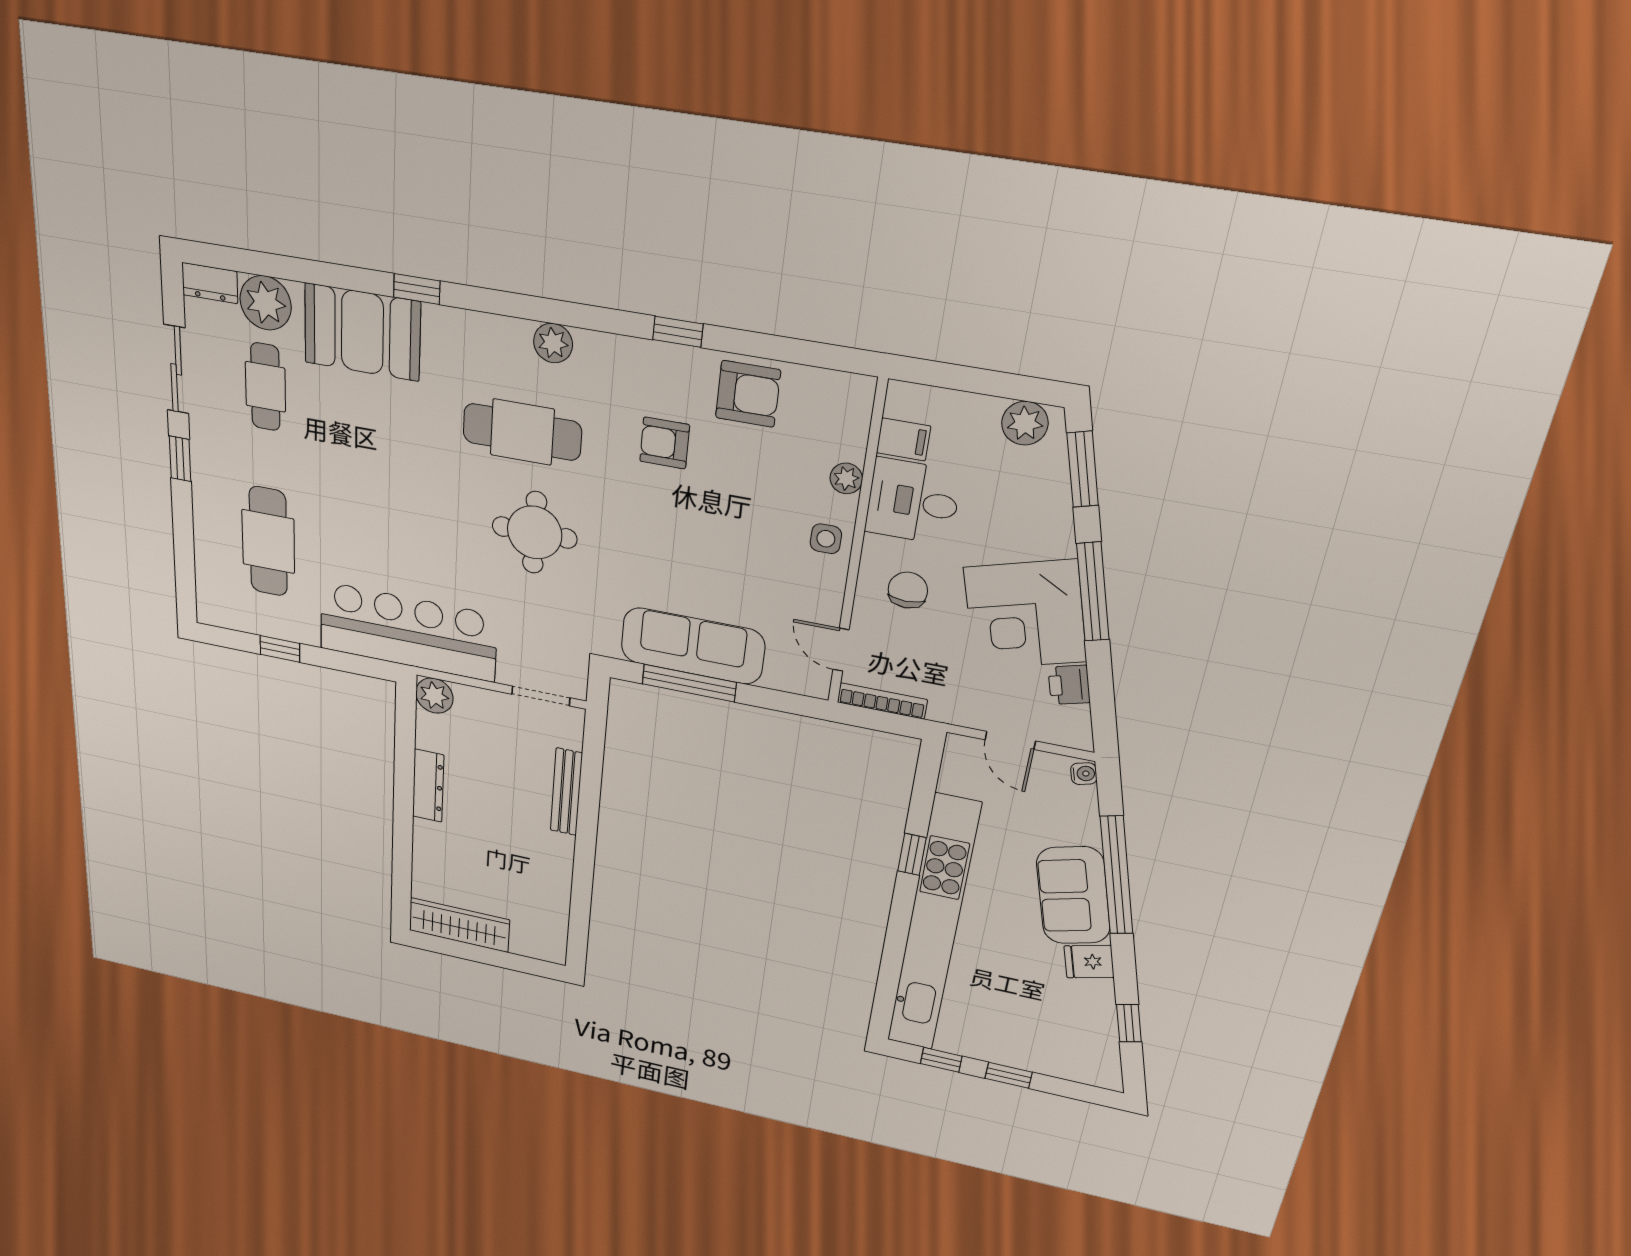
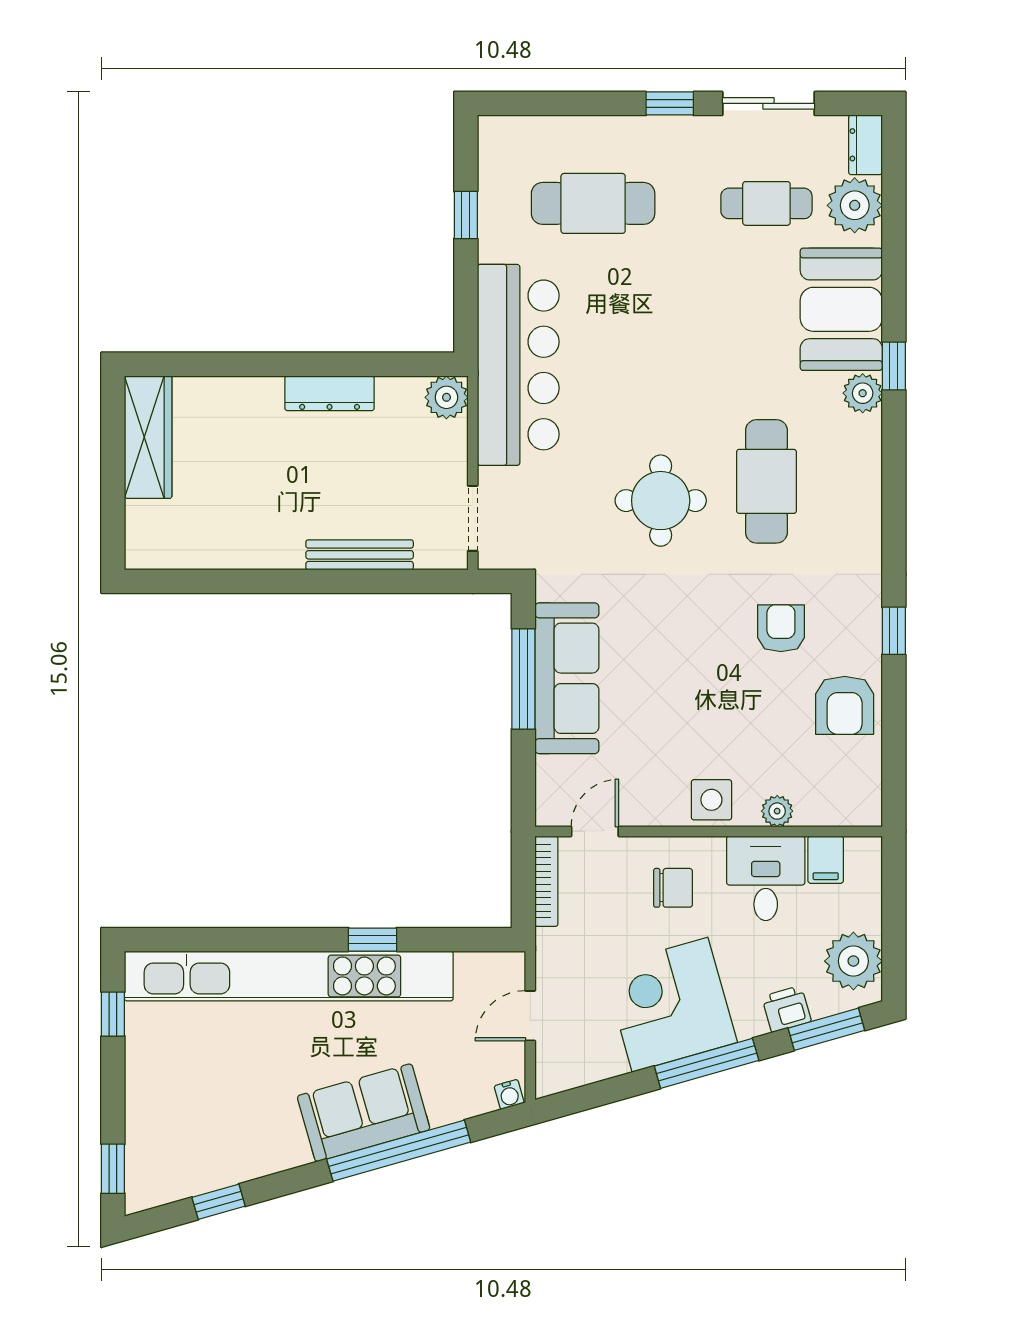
plant: (553, 343) -> (863, 393), moved
plant: (1025, 423) -> (853, 961), width x1.36, depth x1.36
side table: (826, 539) -> (711, 800), width x1.37, depth x1.37
printer: (1069, 685) -> (786, 1009), moved
fridge: (1089, 962) -> (286, 1145), removed
window: (1009, 1075) -> (113, 1169), moved

